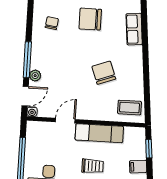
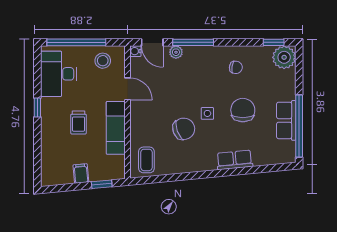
side table: (91, 51) -> (207, 113), added
stool: (39, 141) -> (103, 61), added

